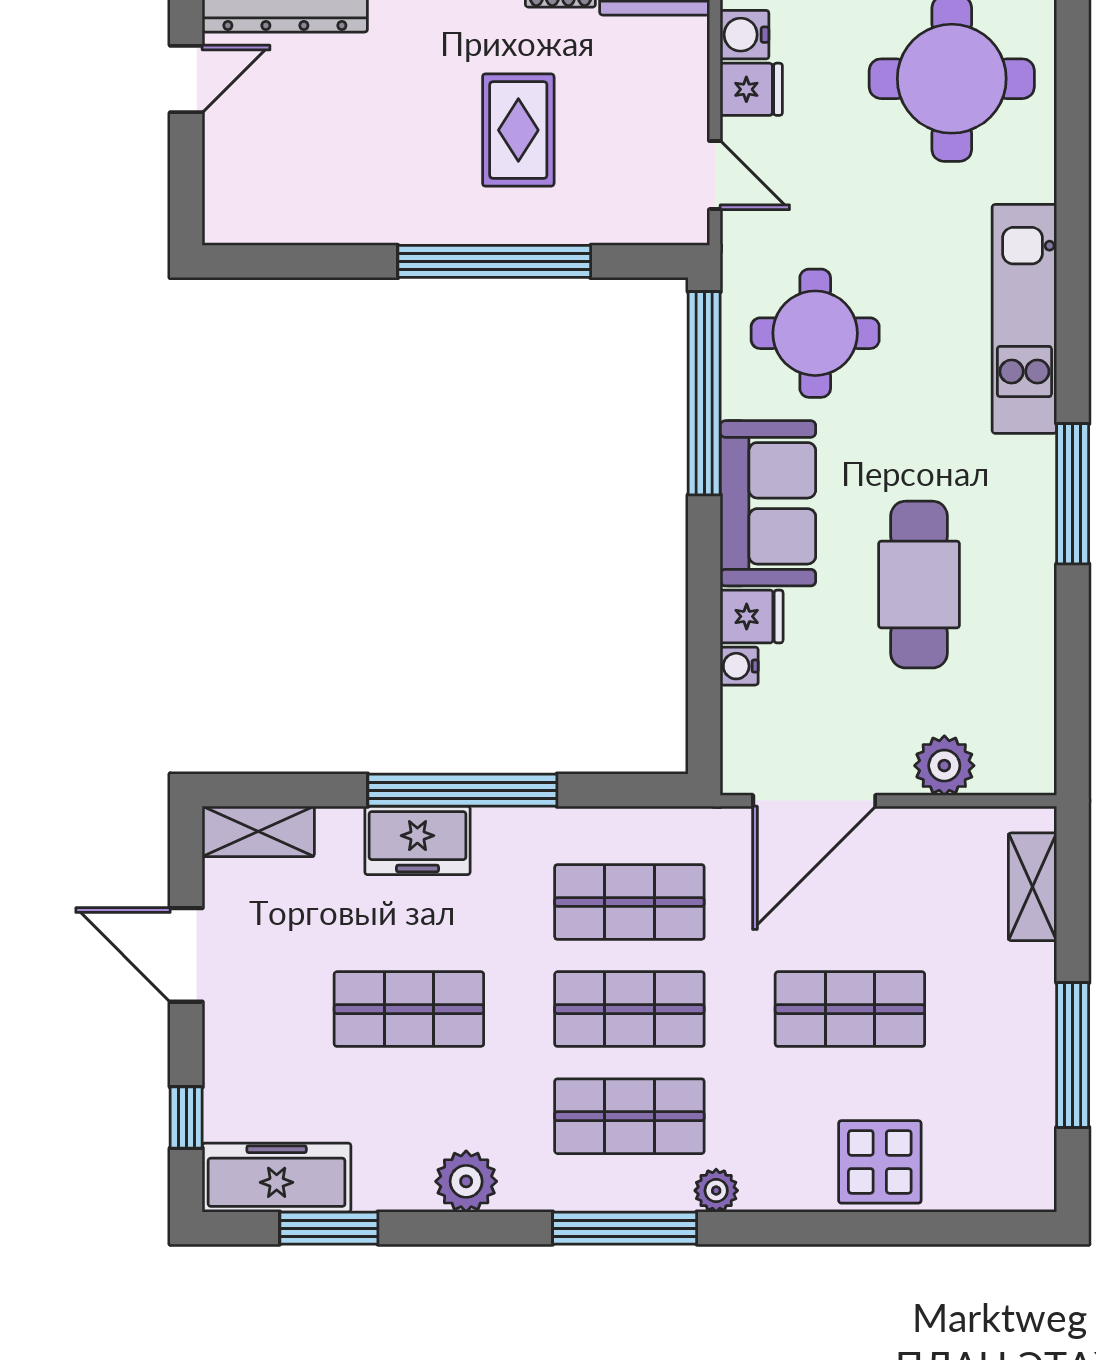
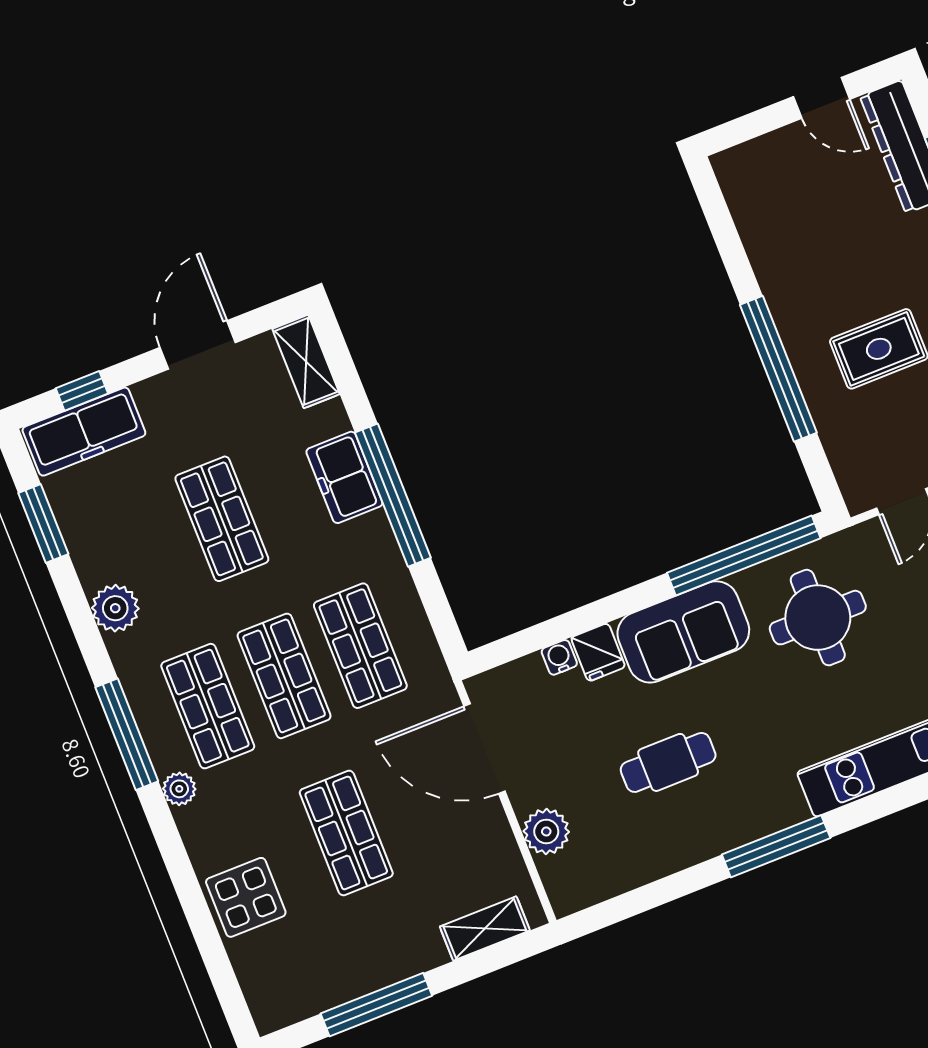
cafe table: (919, 585) -> (668, 762), width x0.73, depth x0.74
freezer: (277, 1178) -> (84, 432), moved, turned 90

